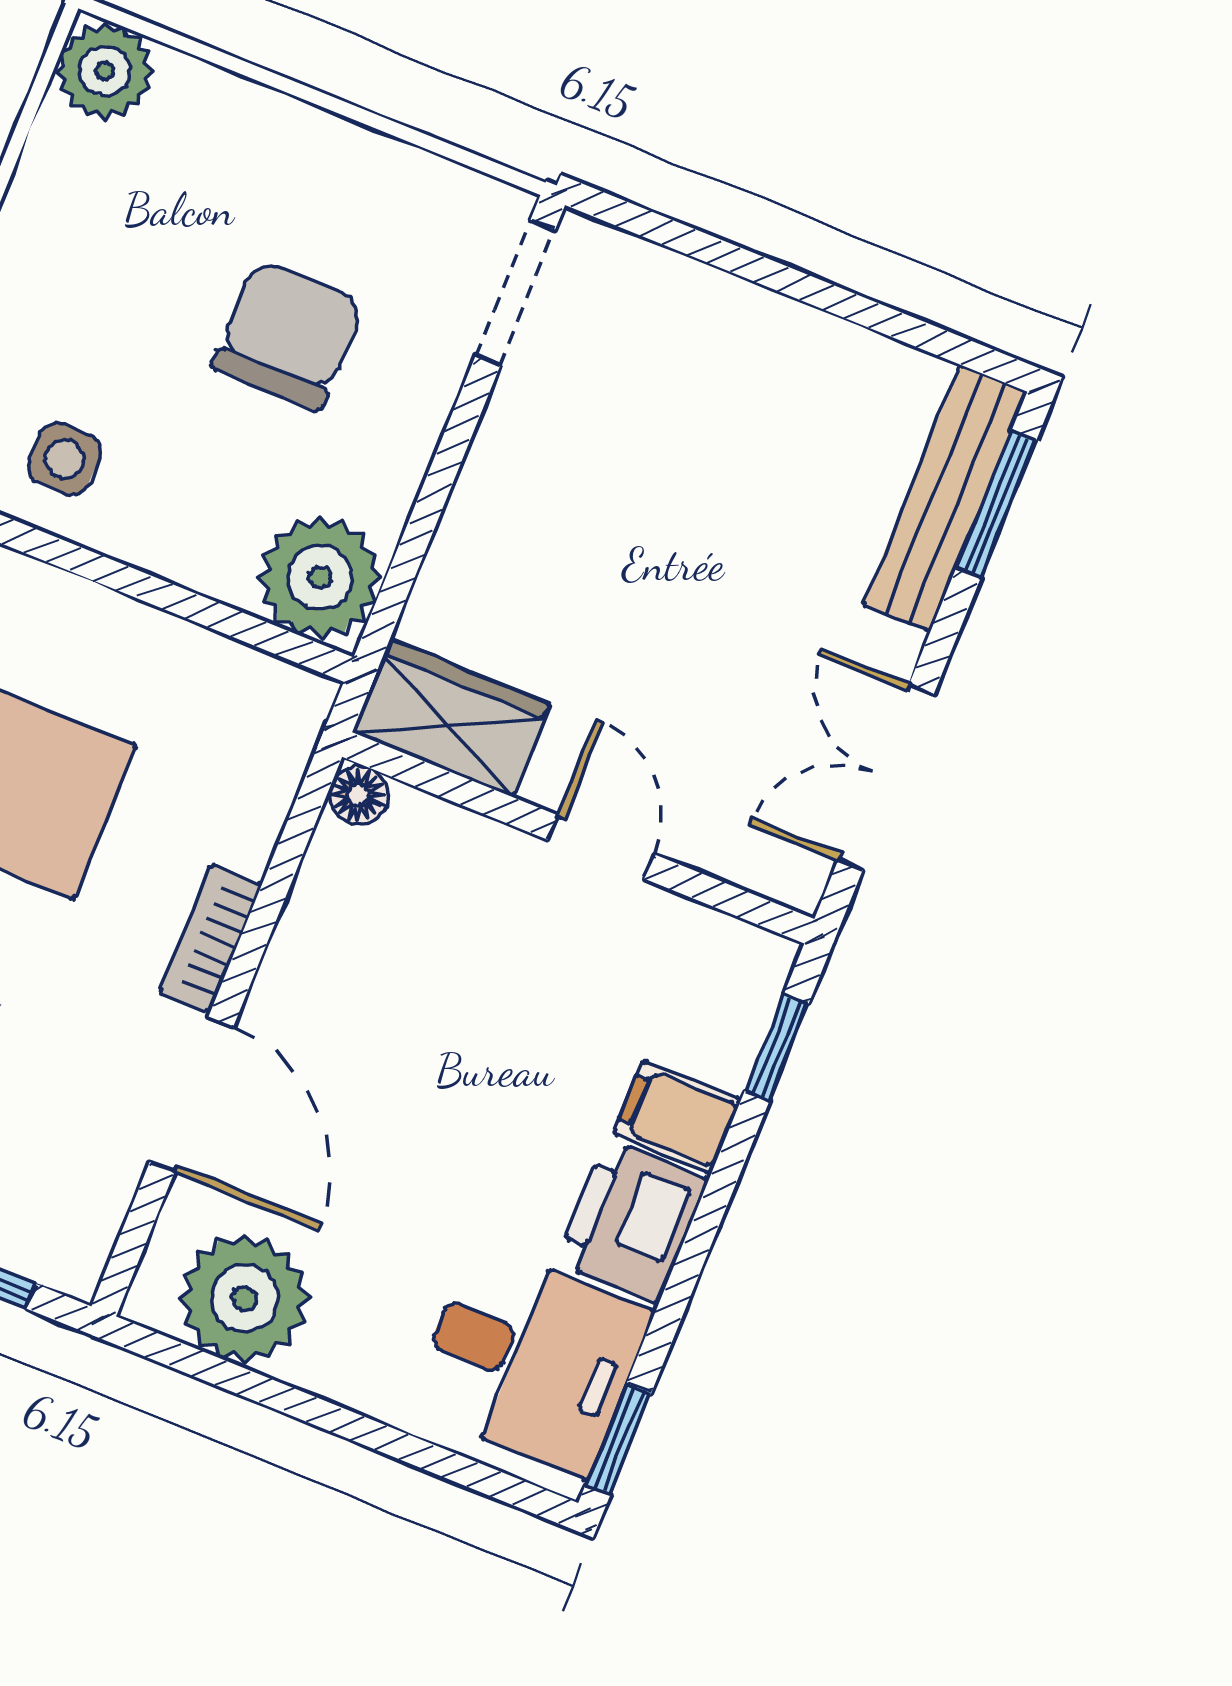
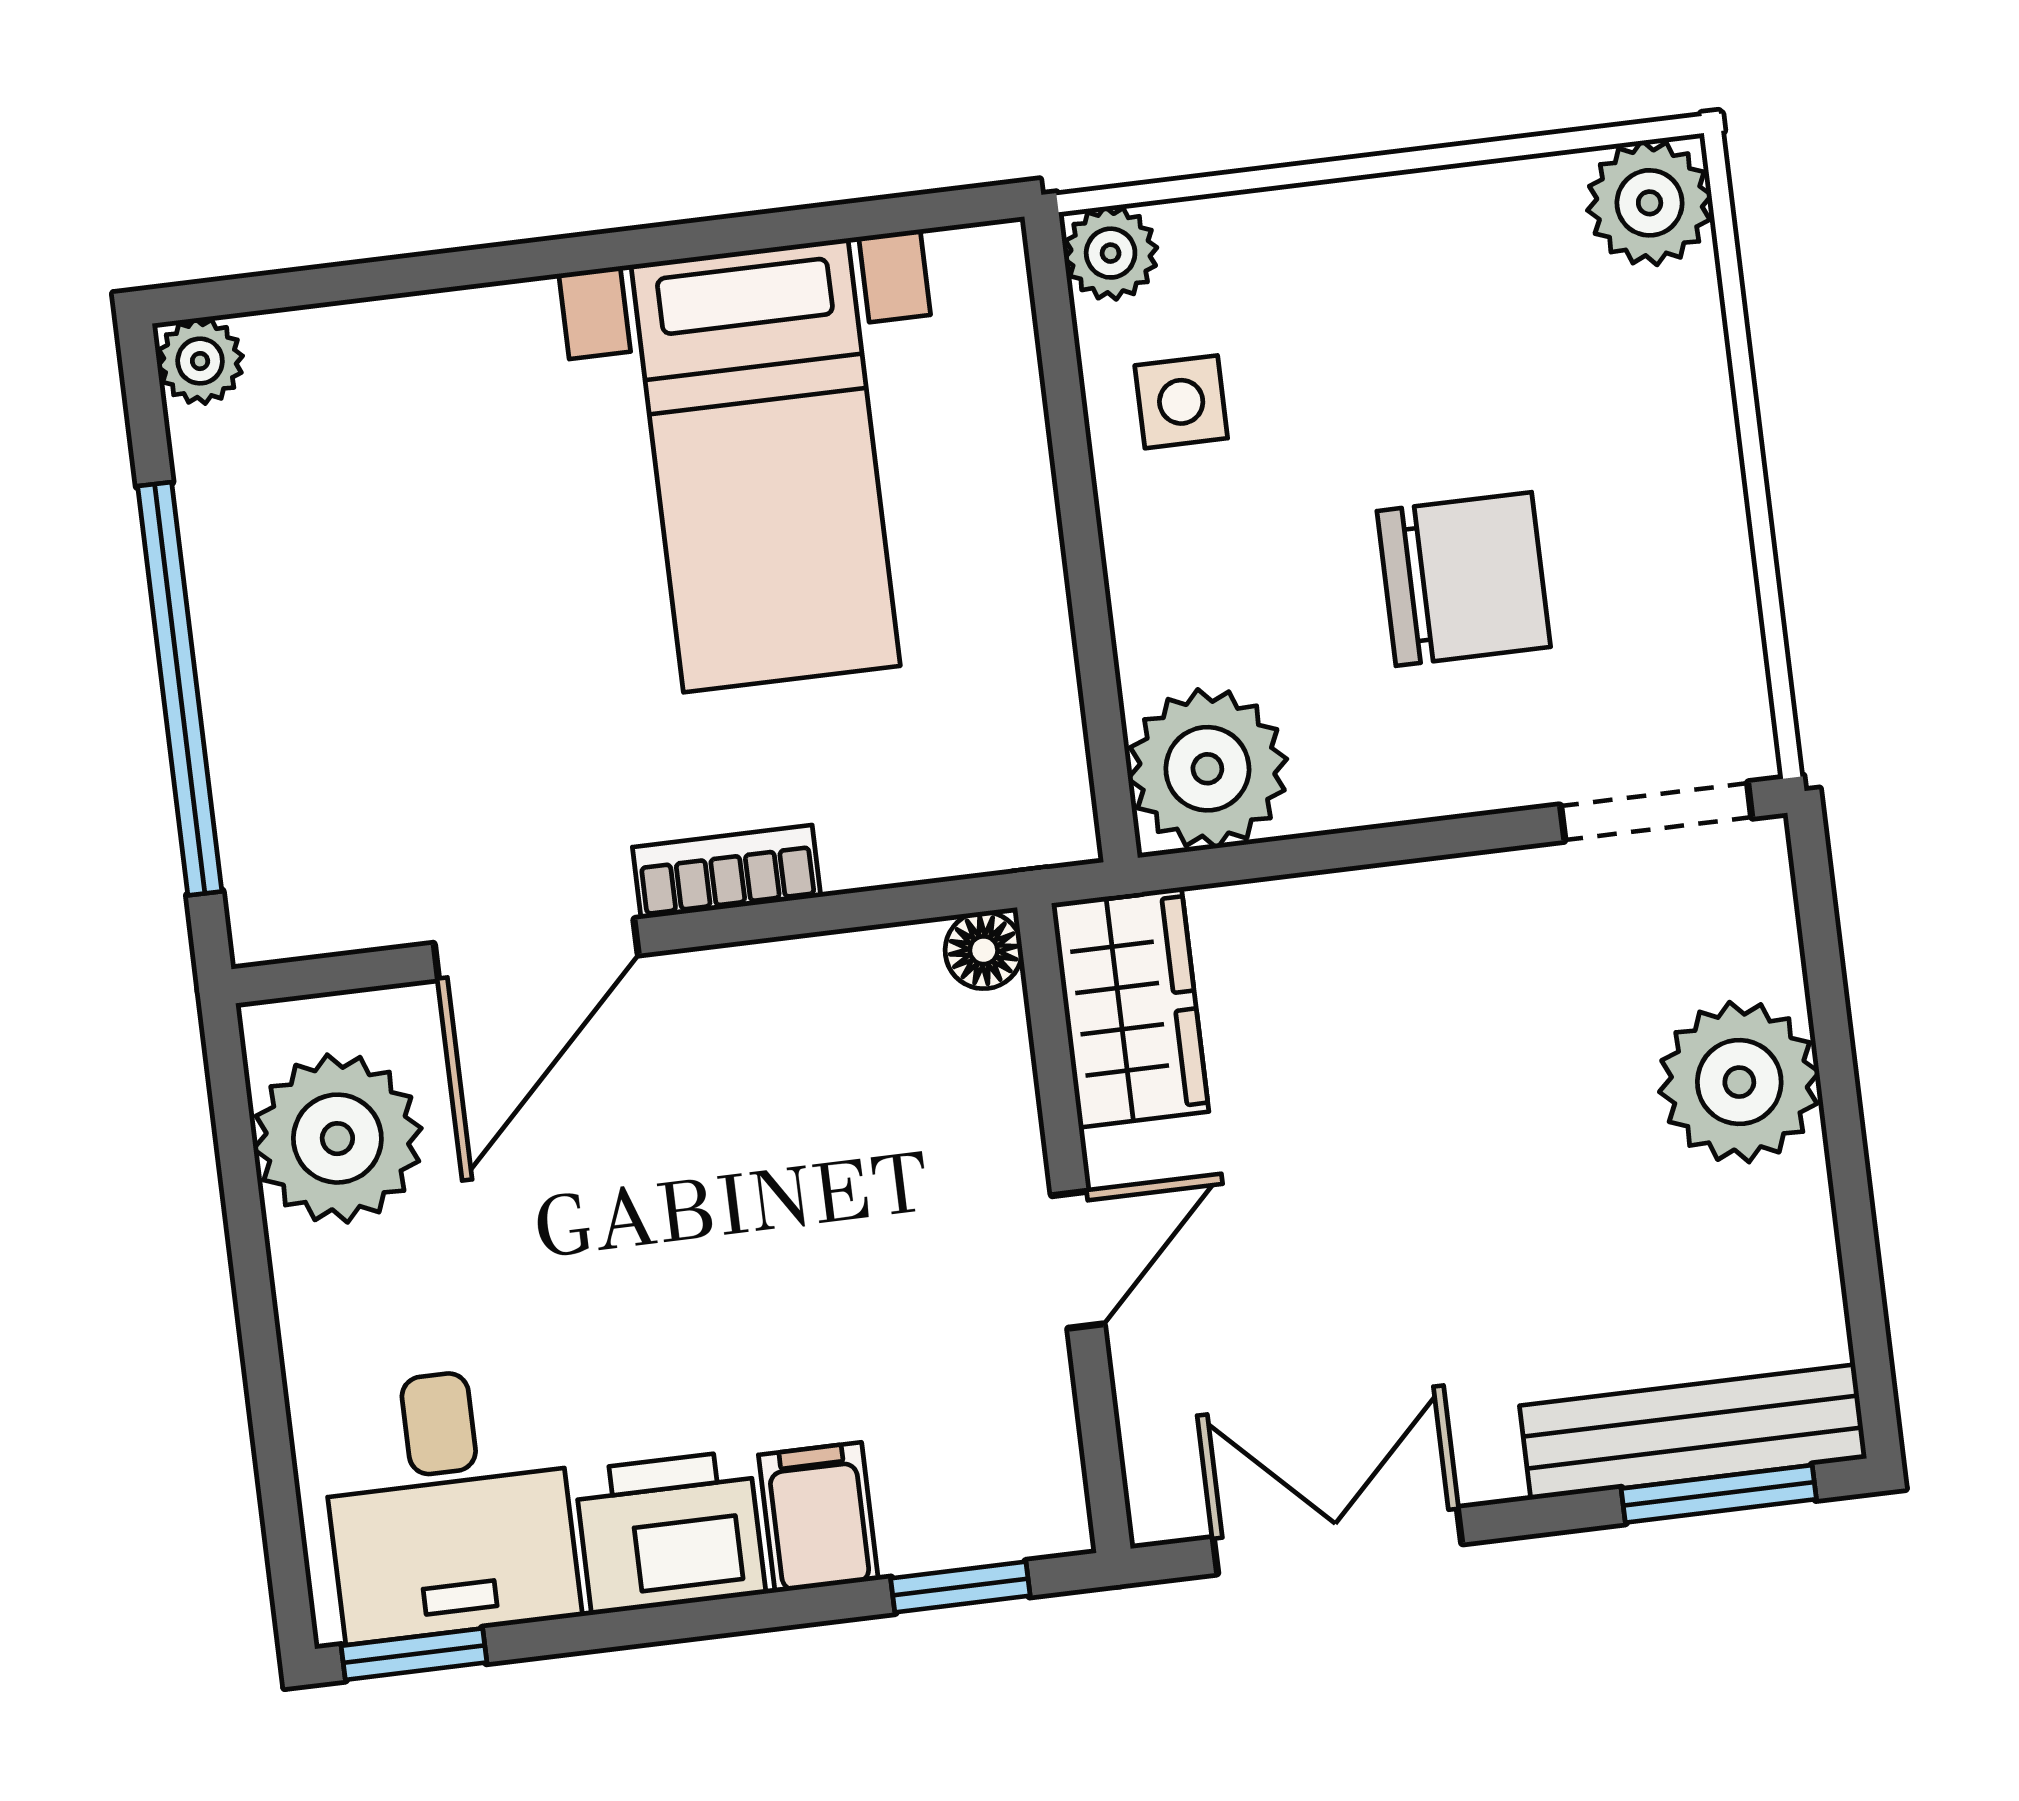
plant: (728, 337) -> (1739, 1082), added

